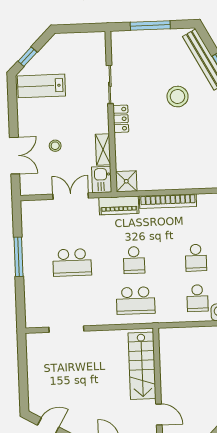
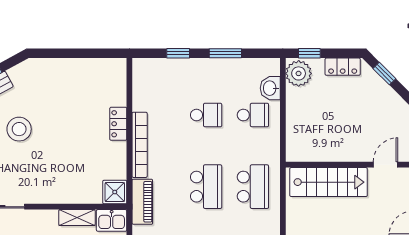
locker: (121, 119) -> (118, 124), moved, turned -90
school desk: (134, 260) -> (206, 187), width x1.85

